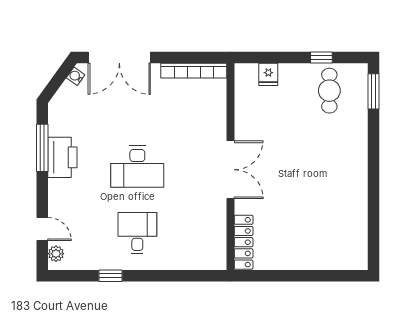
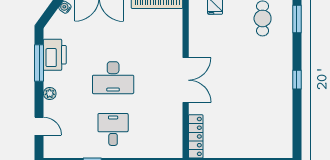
printer: (62, 157) -> (55, 55), moved
window: (374, 169) -> (297, 80), added
plant: (56, 254) -> (50, 93), moved

